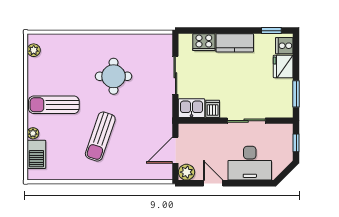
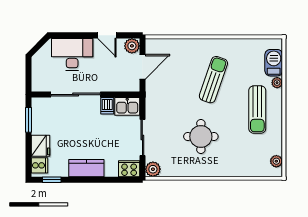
plant: (164, 42) -> (153, 169), added
cooker: (204, 42) -> (129, 169), moved
sun lounger: (54, 105) -> (257, 110), turned 90
sliding door: (246, 121) -> (76, 95), width x1.37
window: (296, 143) -> (28, 74), removed

